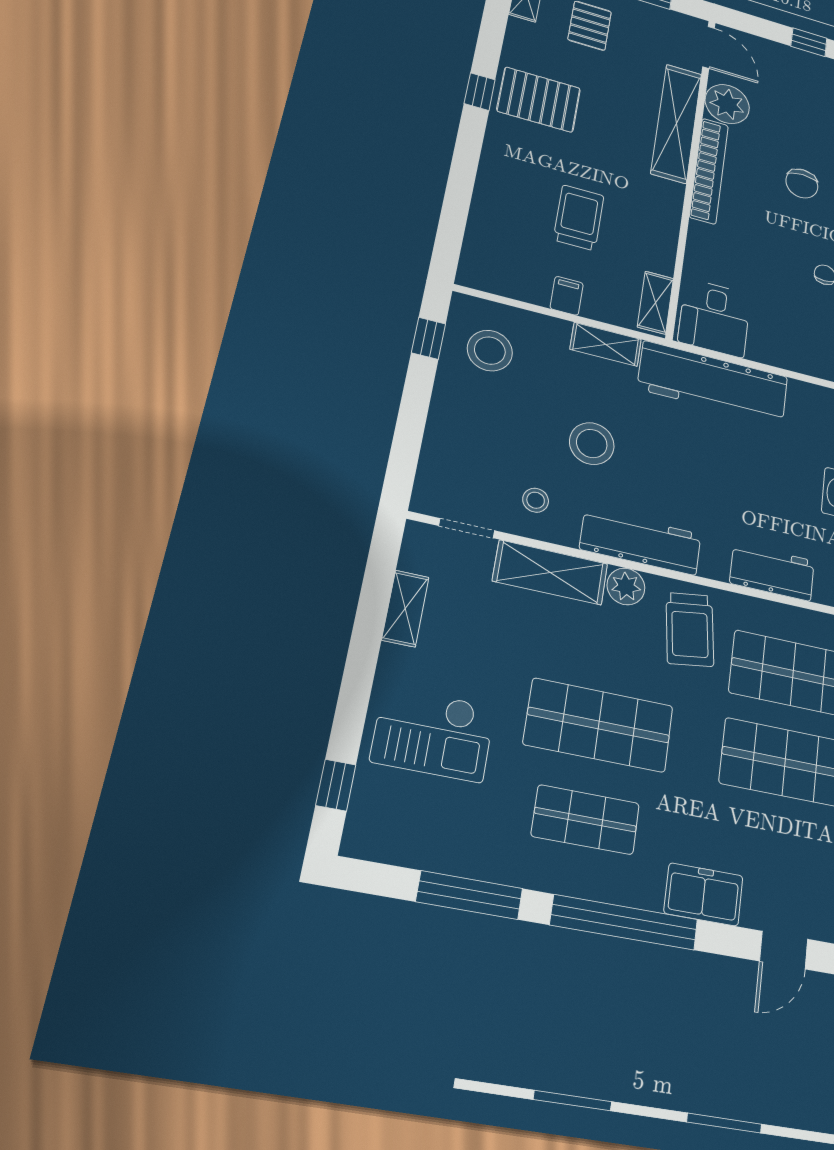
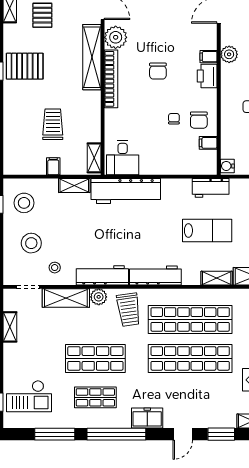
stool: (592, 444) -> (31, 243), moved
workbench: (772, 572) -> (155, 275), width x1.38
checkout: (433, 734) -> (29, 396), moved

